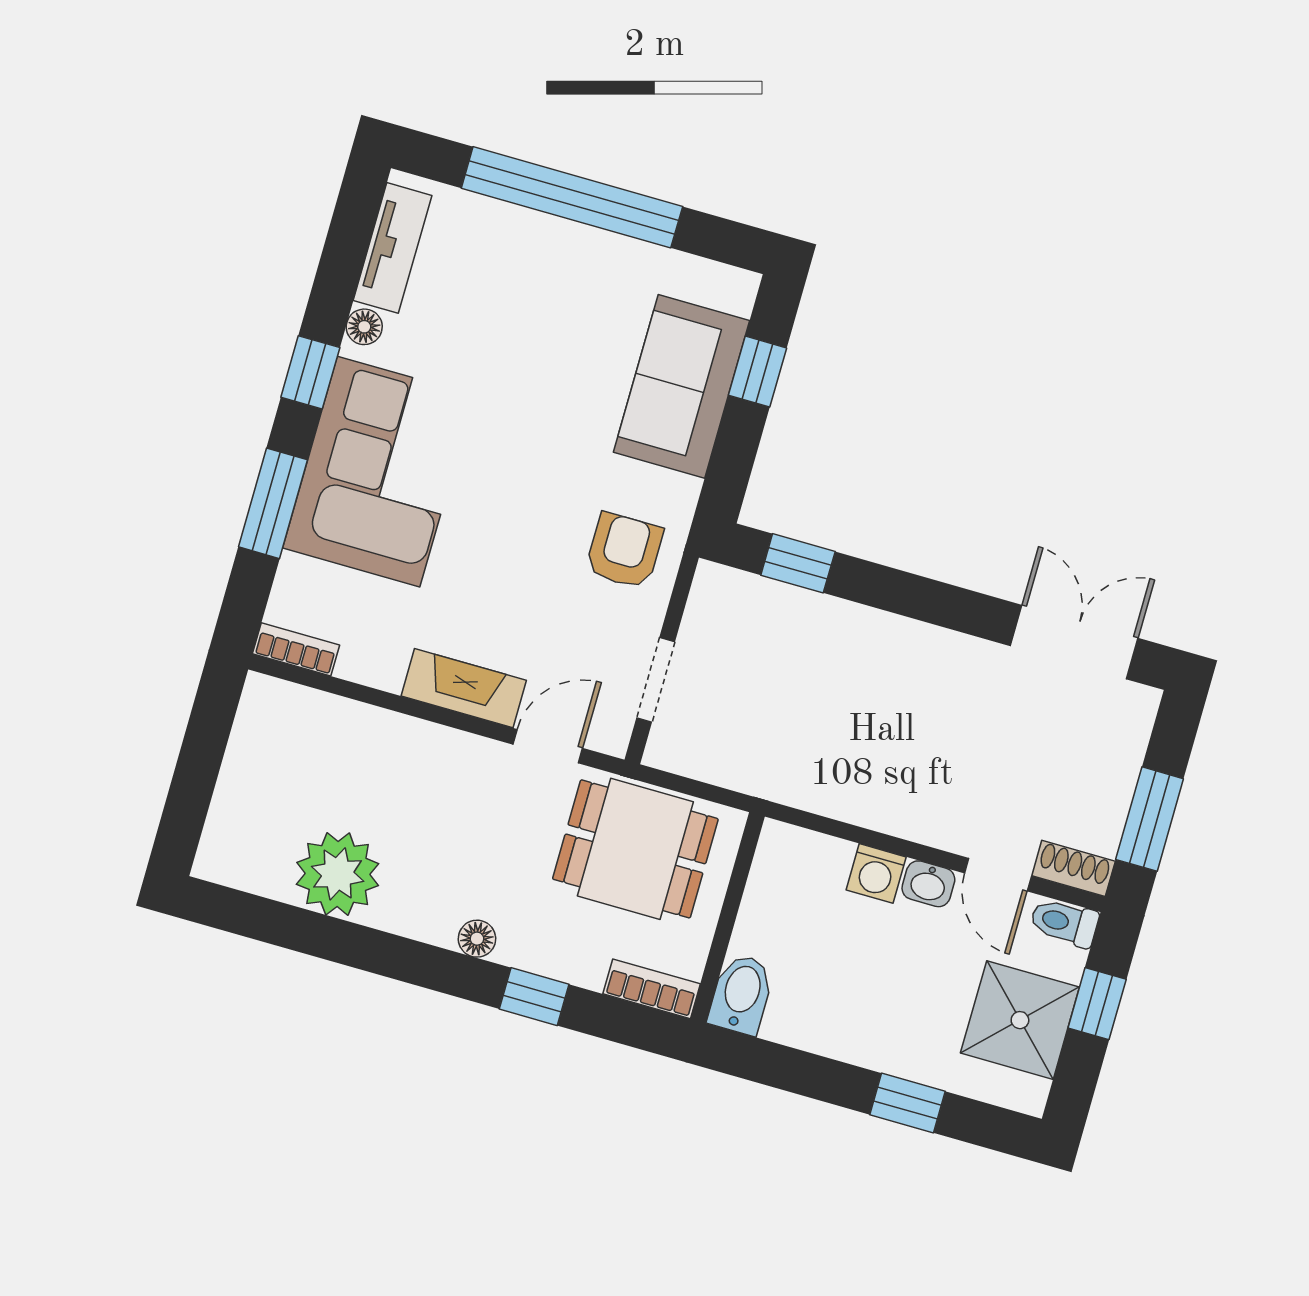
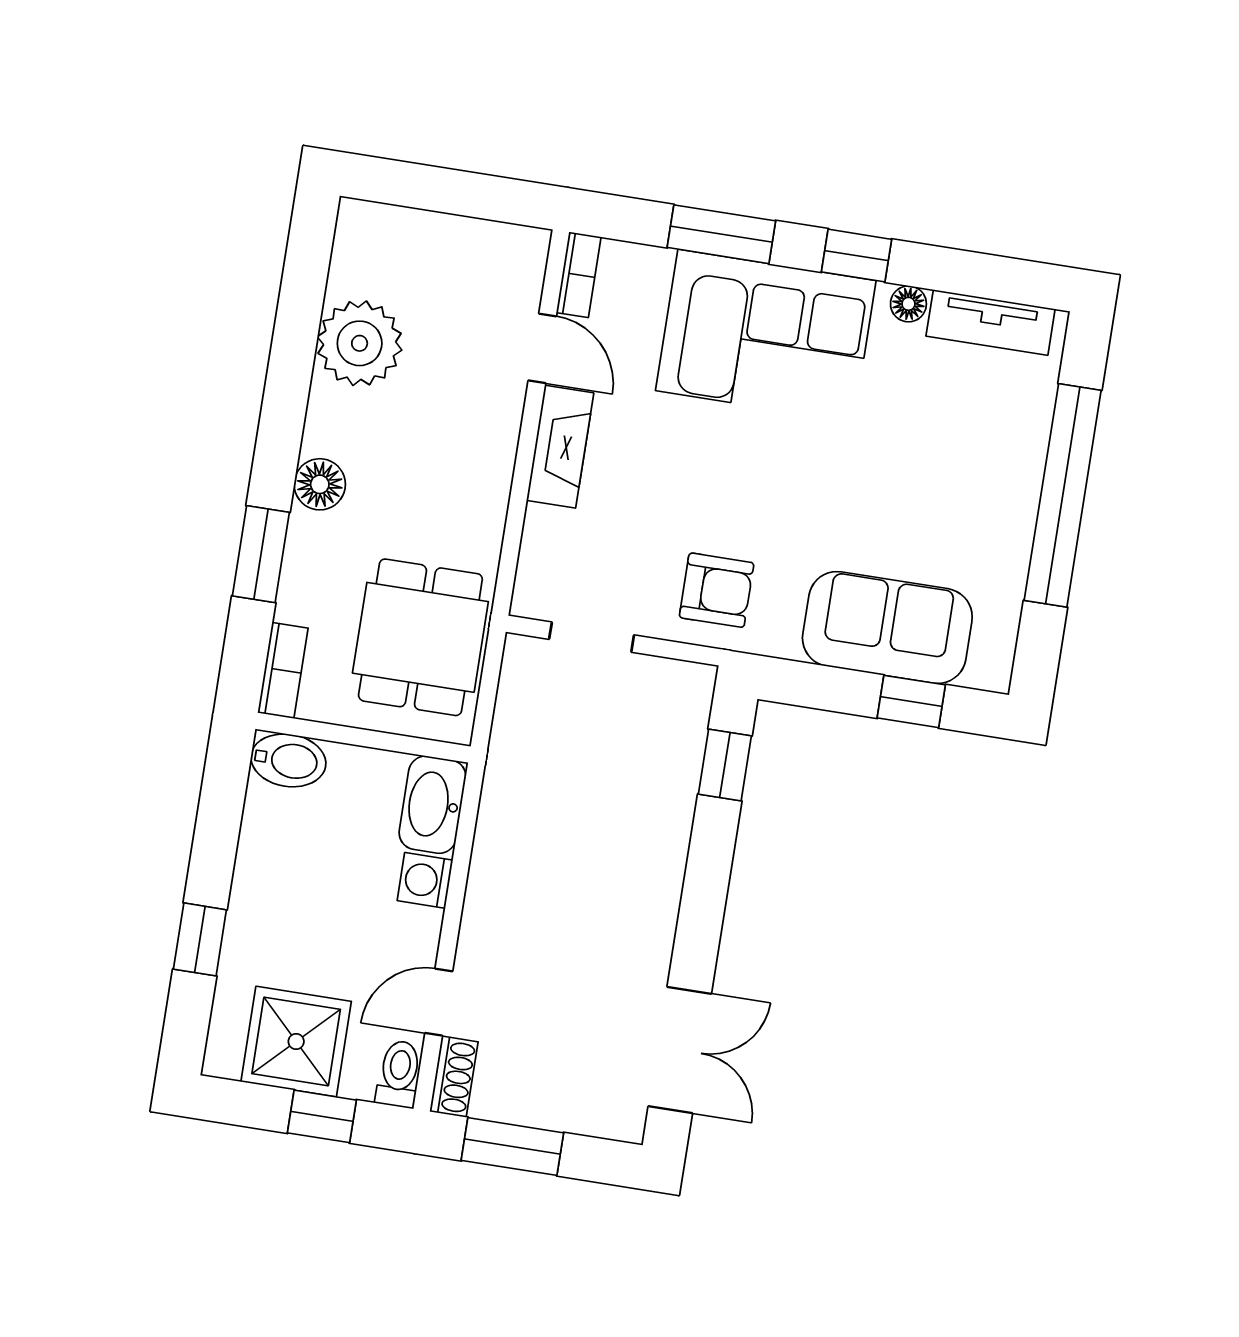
door: (548, 746) -> (542, 348), moved
washbasin: (928, 884) -> (433, 805), moved, width x1.91, depth x1.45
floor lamp: (477, 939) -> (320, 484), width x1.37, depth x1.37
window: (534, 997) -> (261, 554), width x1.50

